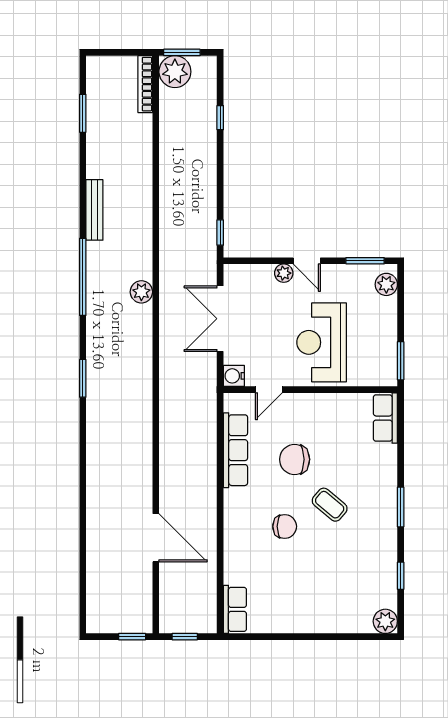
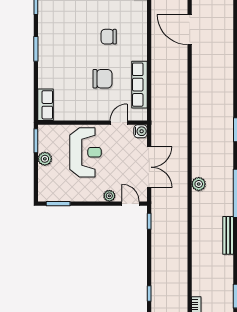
door: (307, 261) -> (131, 204), moved
plant: (386, 284) -> (45, 159), moved
coffee table: (330, 505) -> (80, 50), removed

